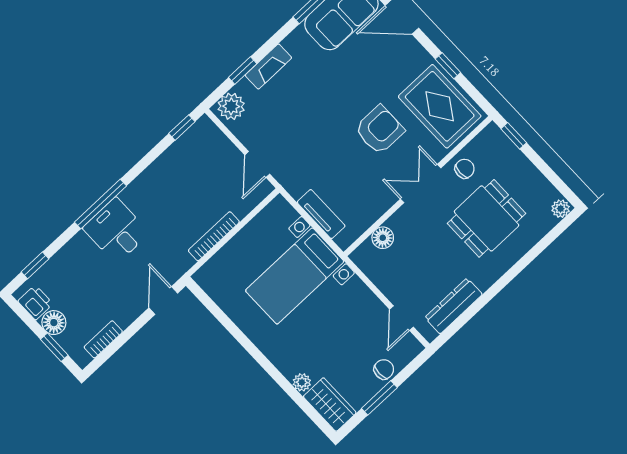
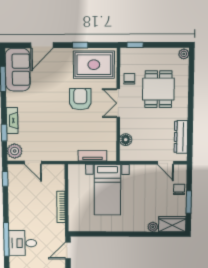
door: (257, 164) -> (33, 163), moved
door: (163, 301) -> (68, 251), hinge flipped

